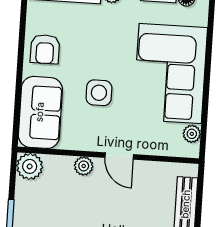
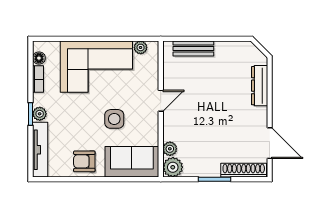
armchair: (45, 49) -> (84, 161), turned 180
plant: (84, 166) -> (170, 149), moved

